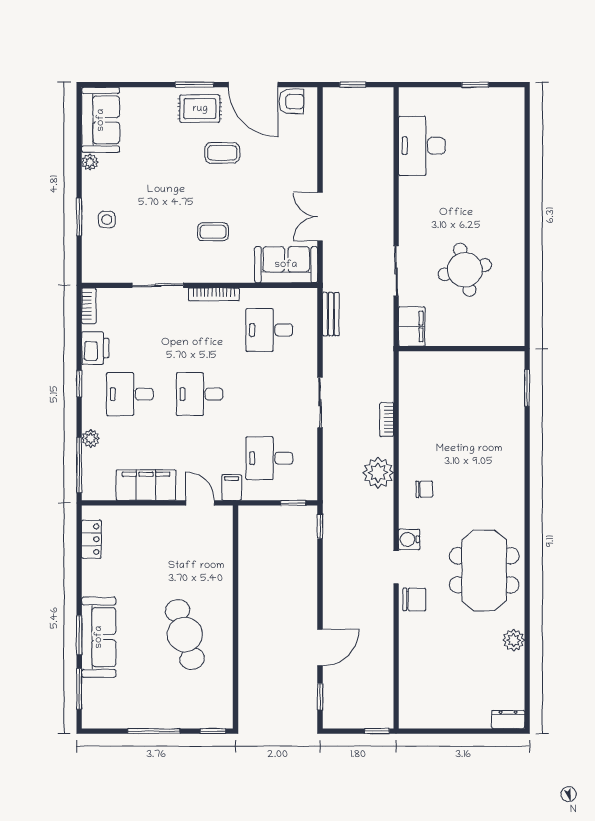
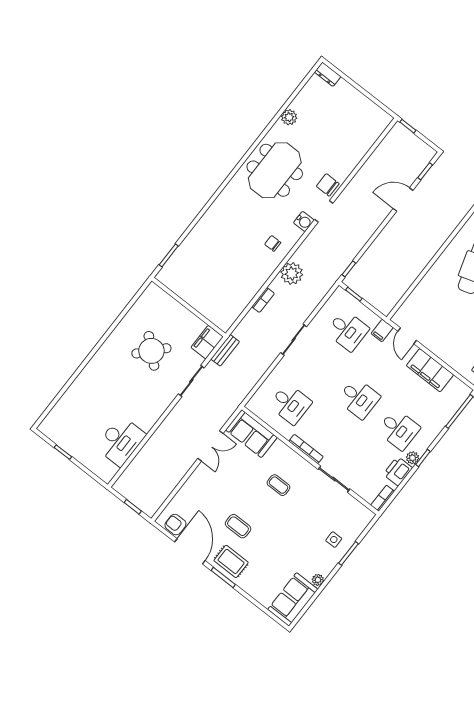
round table: (465, 270) -> (151, 351), turned -35
bench: (331, 314) -> (225, 350), moved
plant: (91, 438) -> (413, 458), moved

